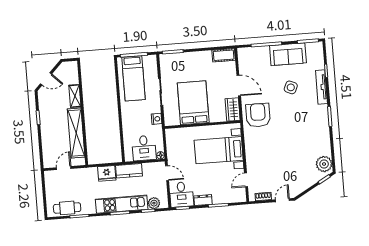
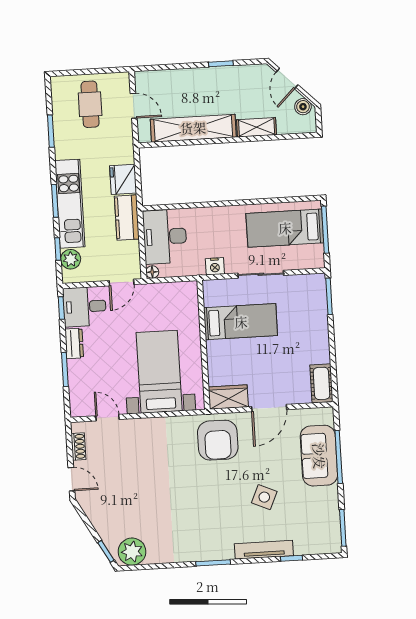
sofa: (288, 54) -> (319, 456), moved
boiler: (62, 69) -> (303, 107), added
bed: (193, 103) -> (241, 322), width x0.67
armchair: (258, 115) -> (218, 440), turned 90
desk: (144, 148) -> (165, 237), width x1.37
cafe table: (67, 208) -> (90, 104), moved

